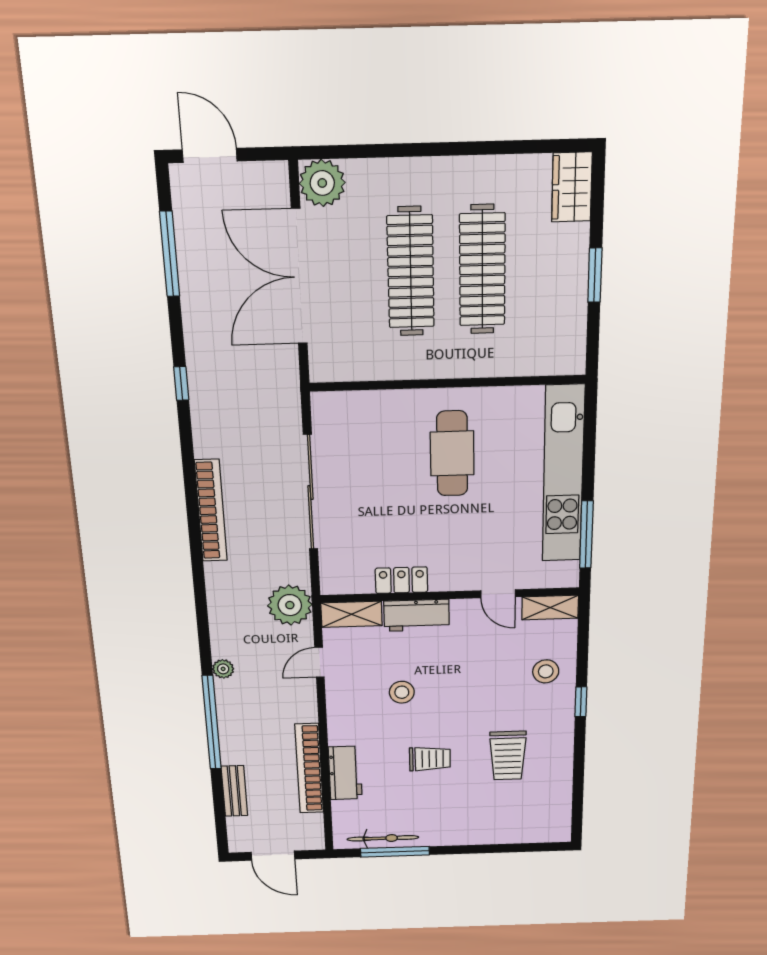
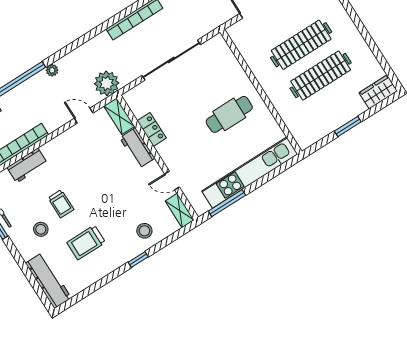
door: (498, 594) -> (172, 181), hinge flipped
stool: (402, 692) -> (41, 229), moved
workbench: (527, 829) -> (48, 281), added

